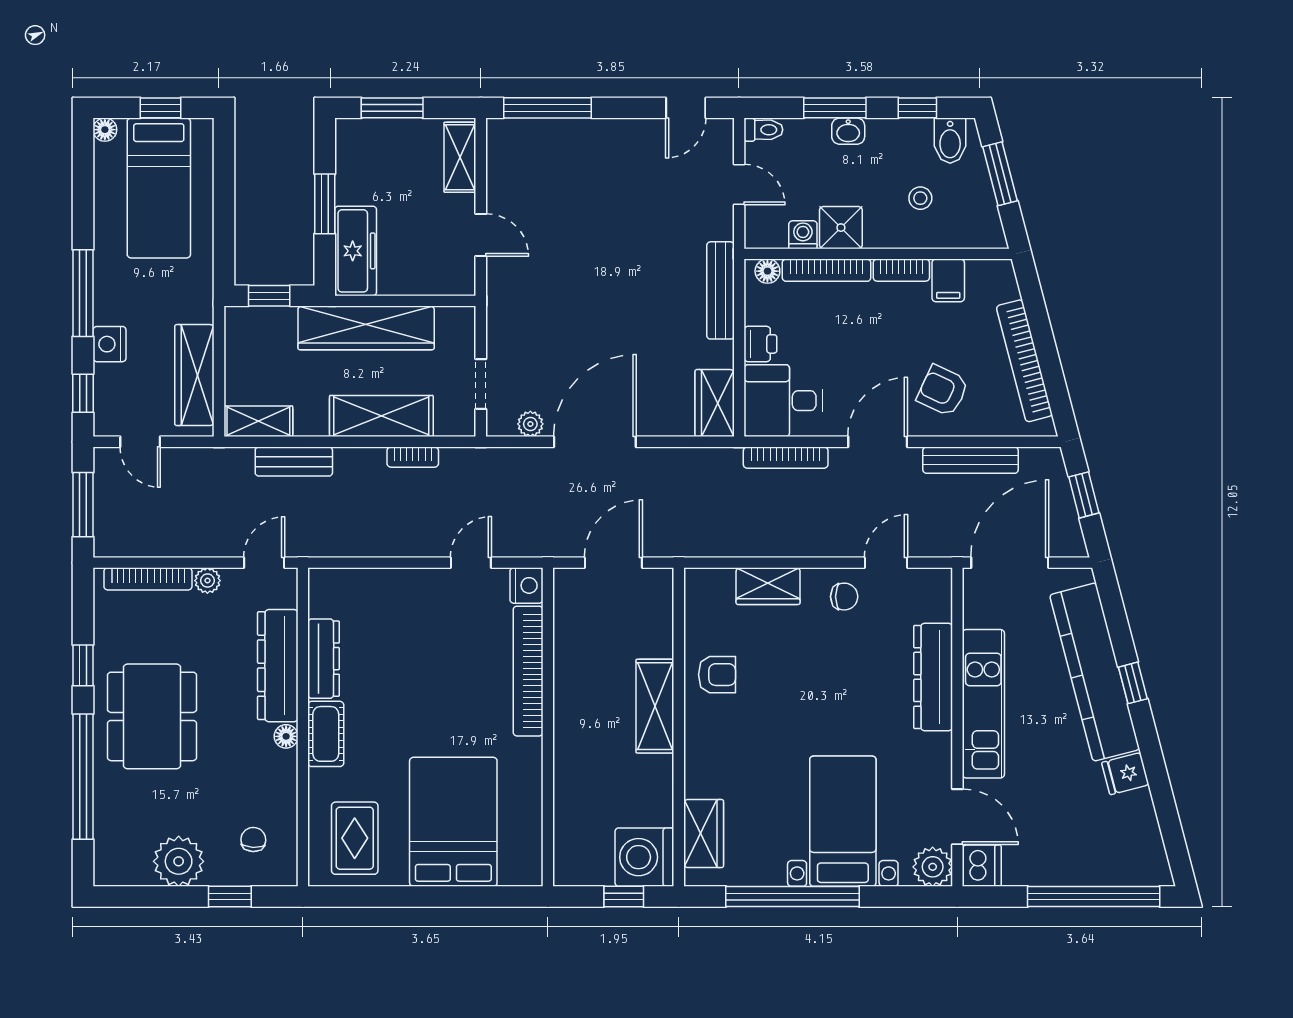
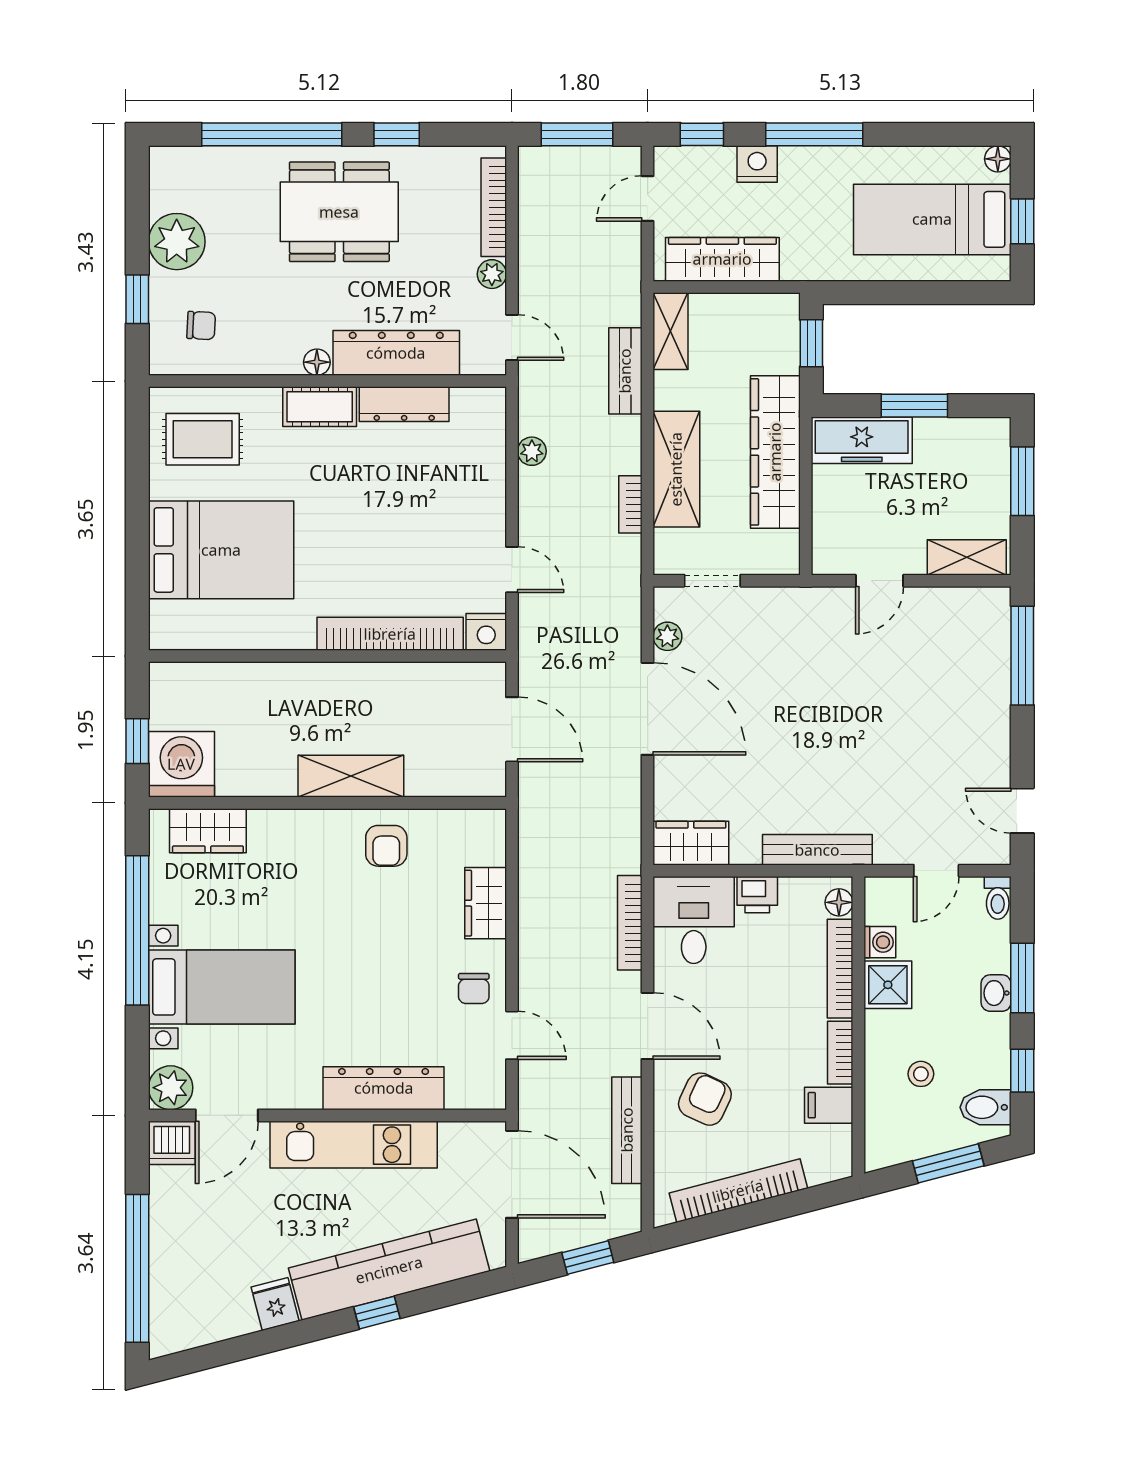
plant: (365, 545) -> (532, 451), added

